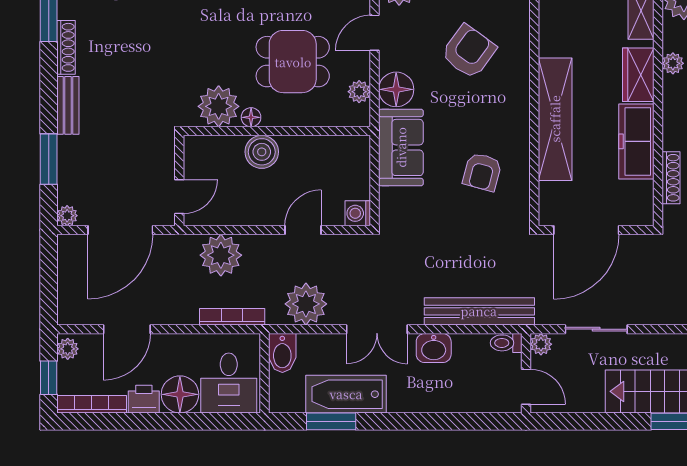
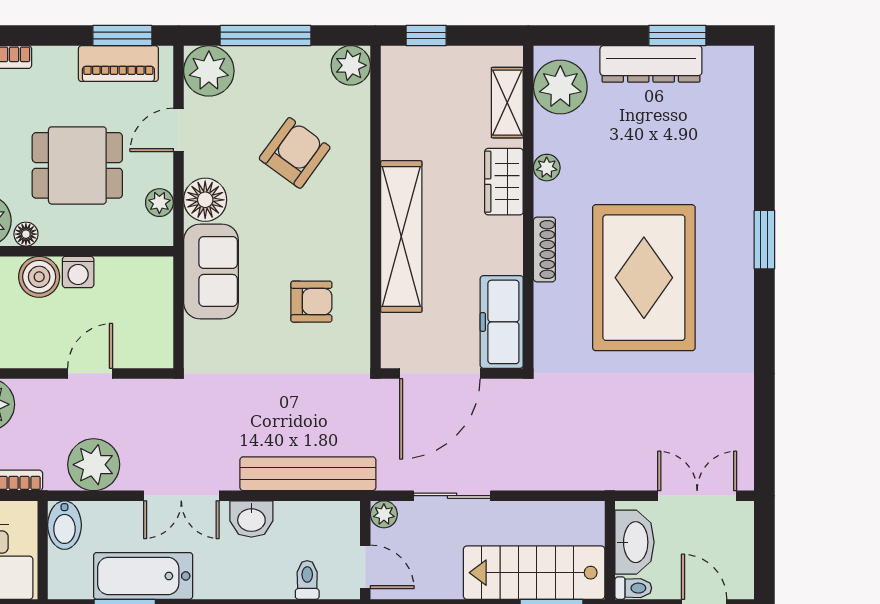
freezer: (636, 141) -> (502, 322), moved
armchair: (482, 172) -> (311, 302), turned -105
shoe rack: (671, 178) -> (544, 250), moved
washing machine: (358, 213) -> (78, 272), moved, turned -90
toilet: (506, 343) -> (307, 580), moved, turned 90

